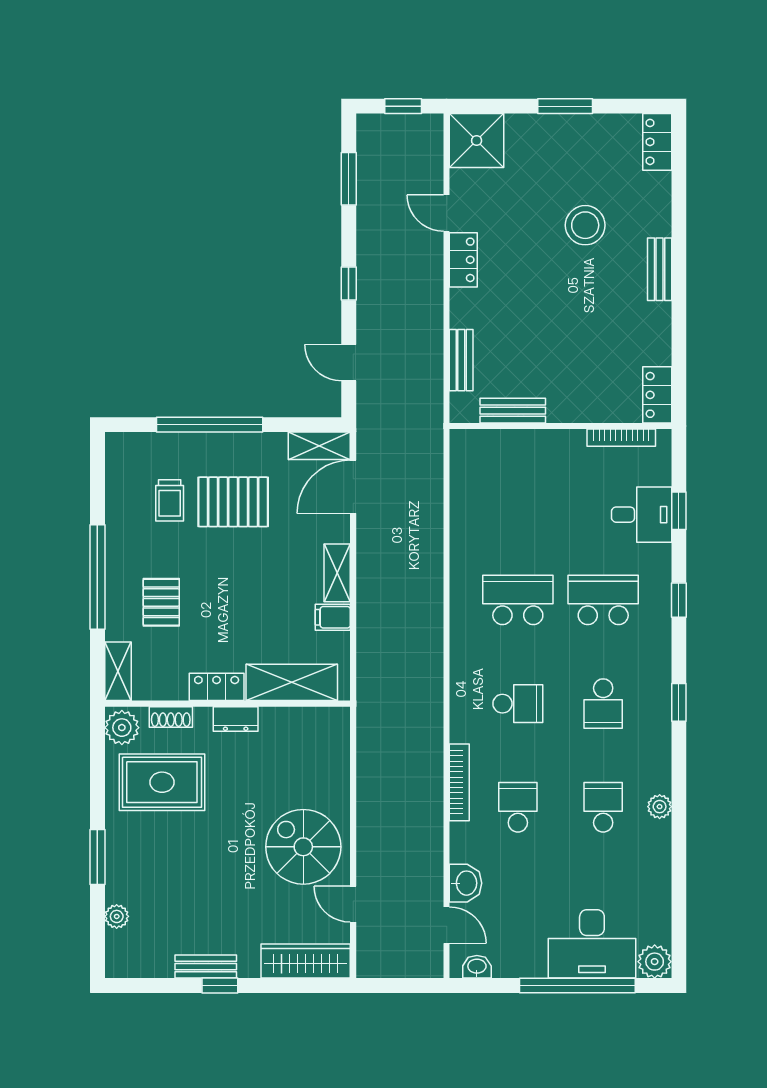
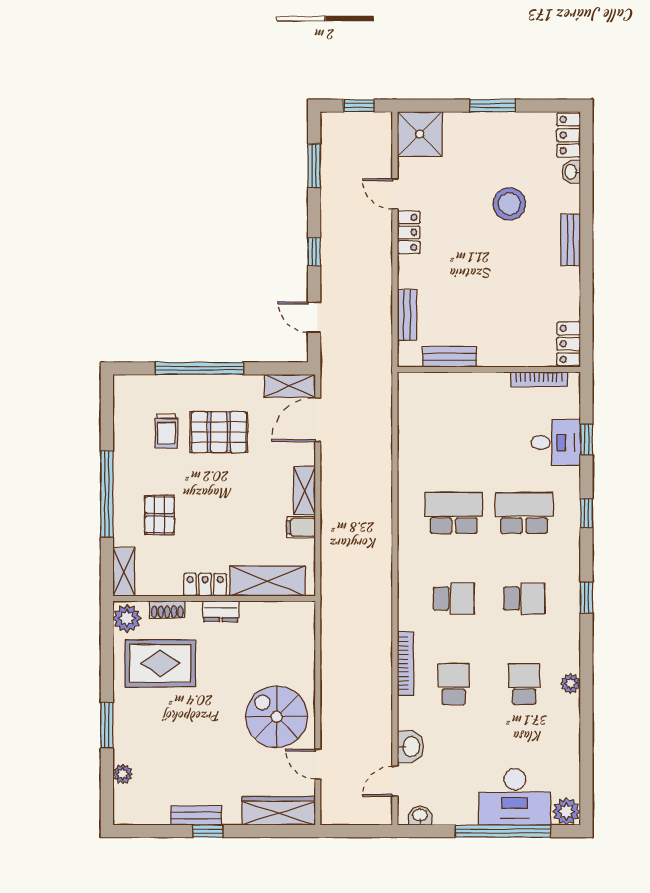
washbasin: (660, 186) -> (571, 172), added
school desk: (603, 704) -> (524, 599), turned -90
door: (447, 925) -> (395, 781), swing flipped

